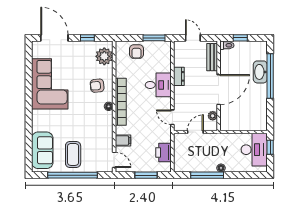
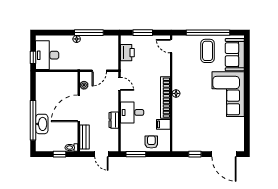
plant: (104, 56) -> (180, 138), removed
corner sofa: (50, 84) -> (228, 94), moved
armchair: (97, 86) -> (186, 112), removed
filing cabinet: (123, 141) -> (163, 124), moved

